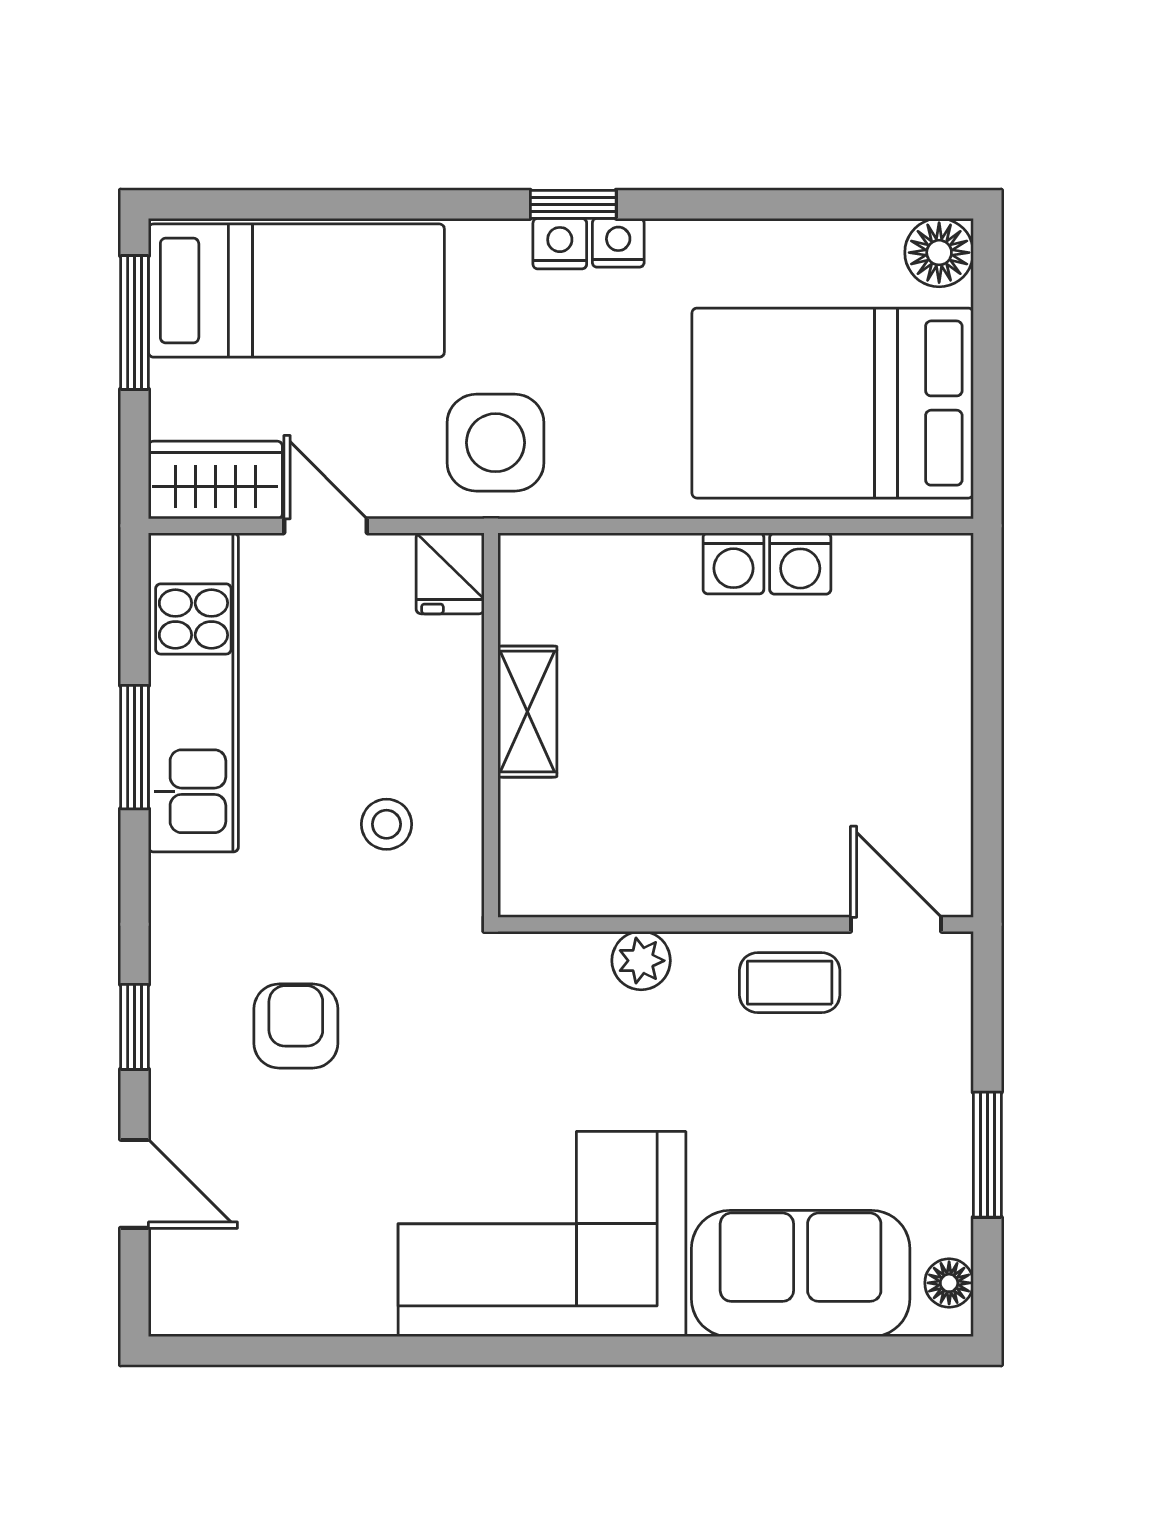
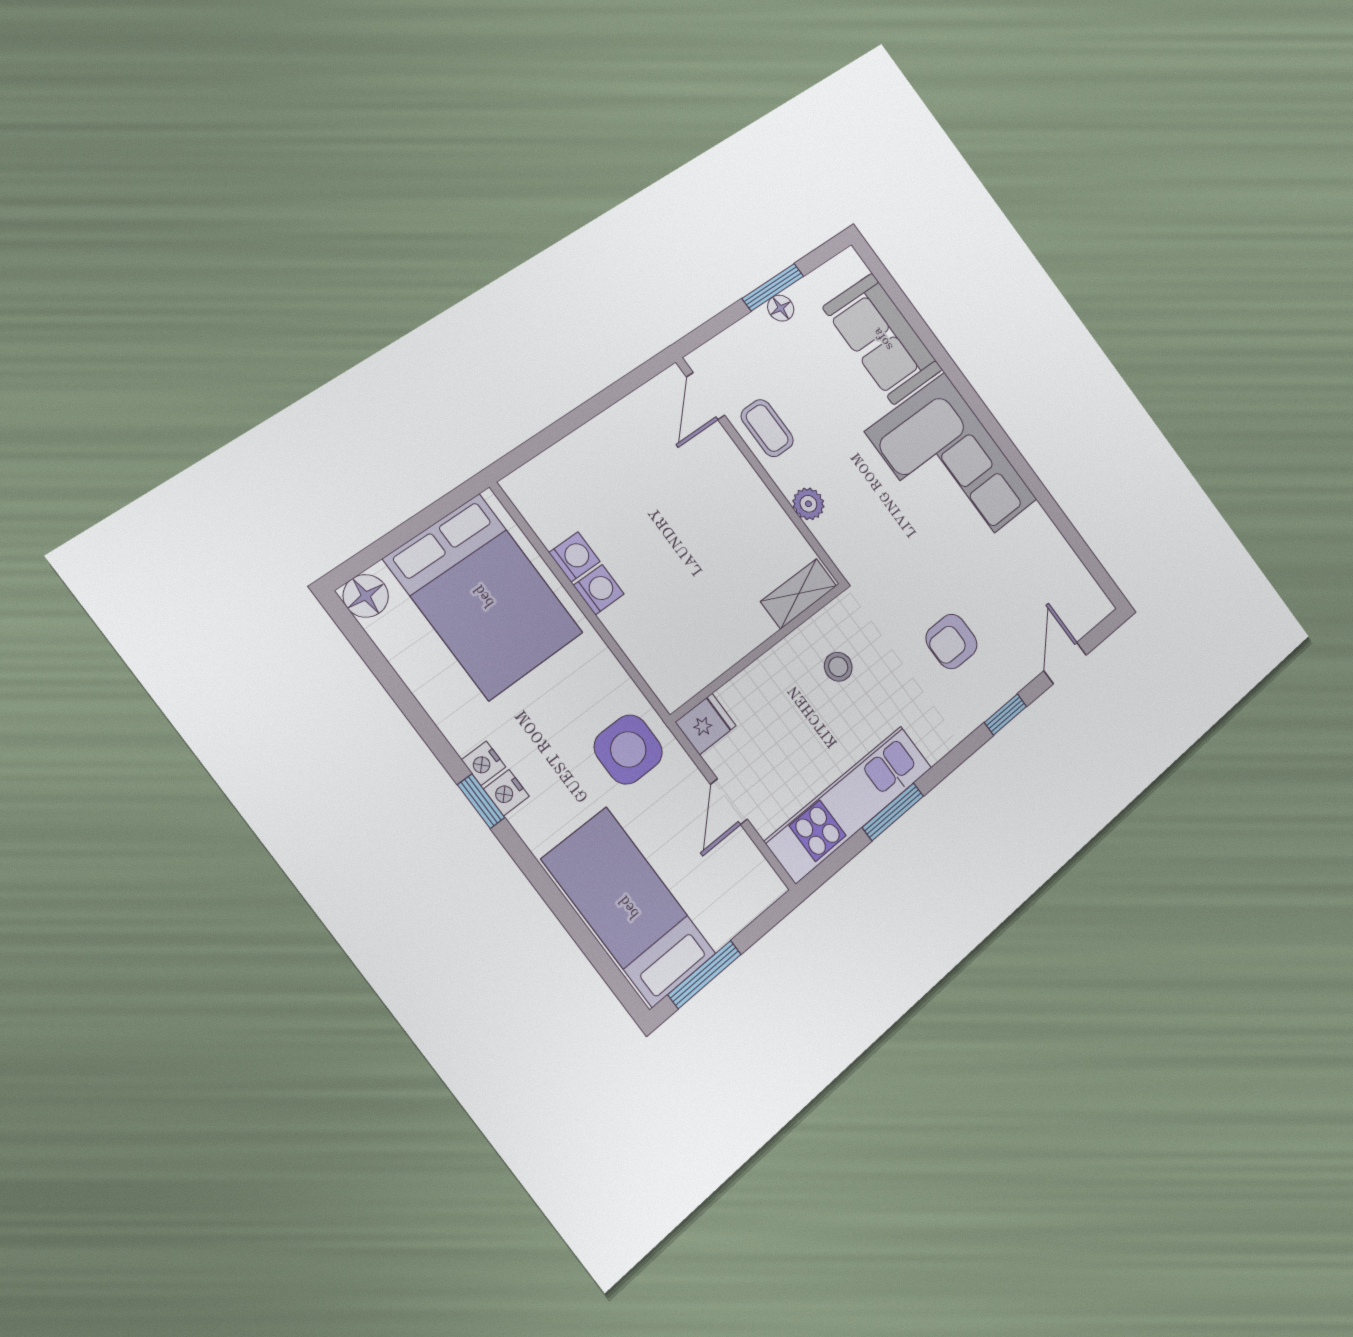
wardrobe: (215, 480) -> (748, 872), removed
shelving: (527, 712) -> (799, 594), moved
floor lamp: (949, 1283) -> (781, 308), moved

